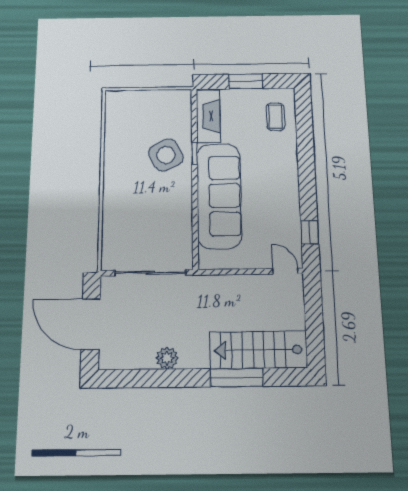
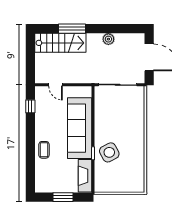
coffee table: (275, 117) -> (44, 150), moved
door: (285, 271) -> (56, 85), moved

